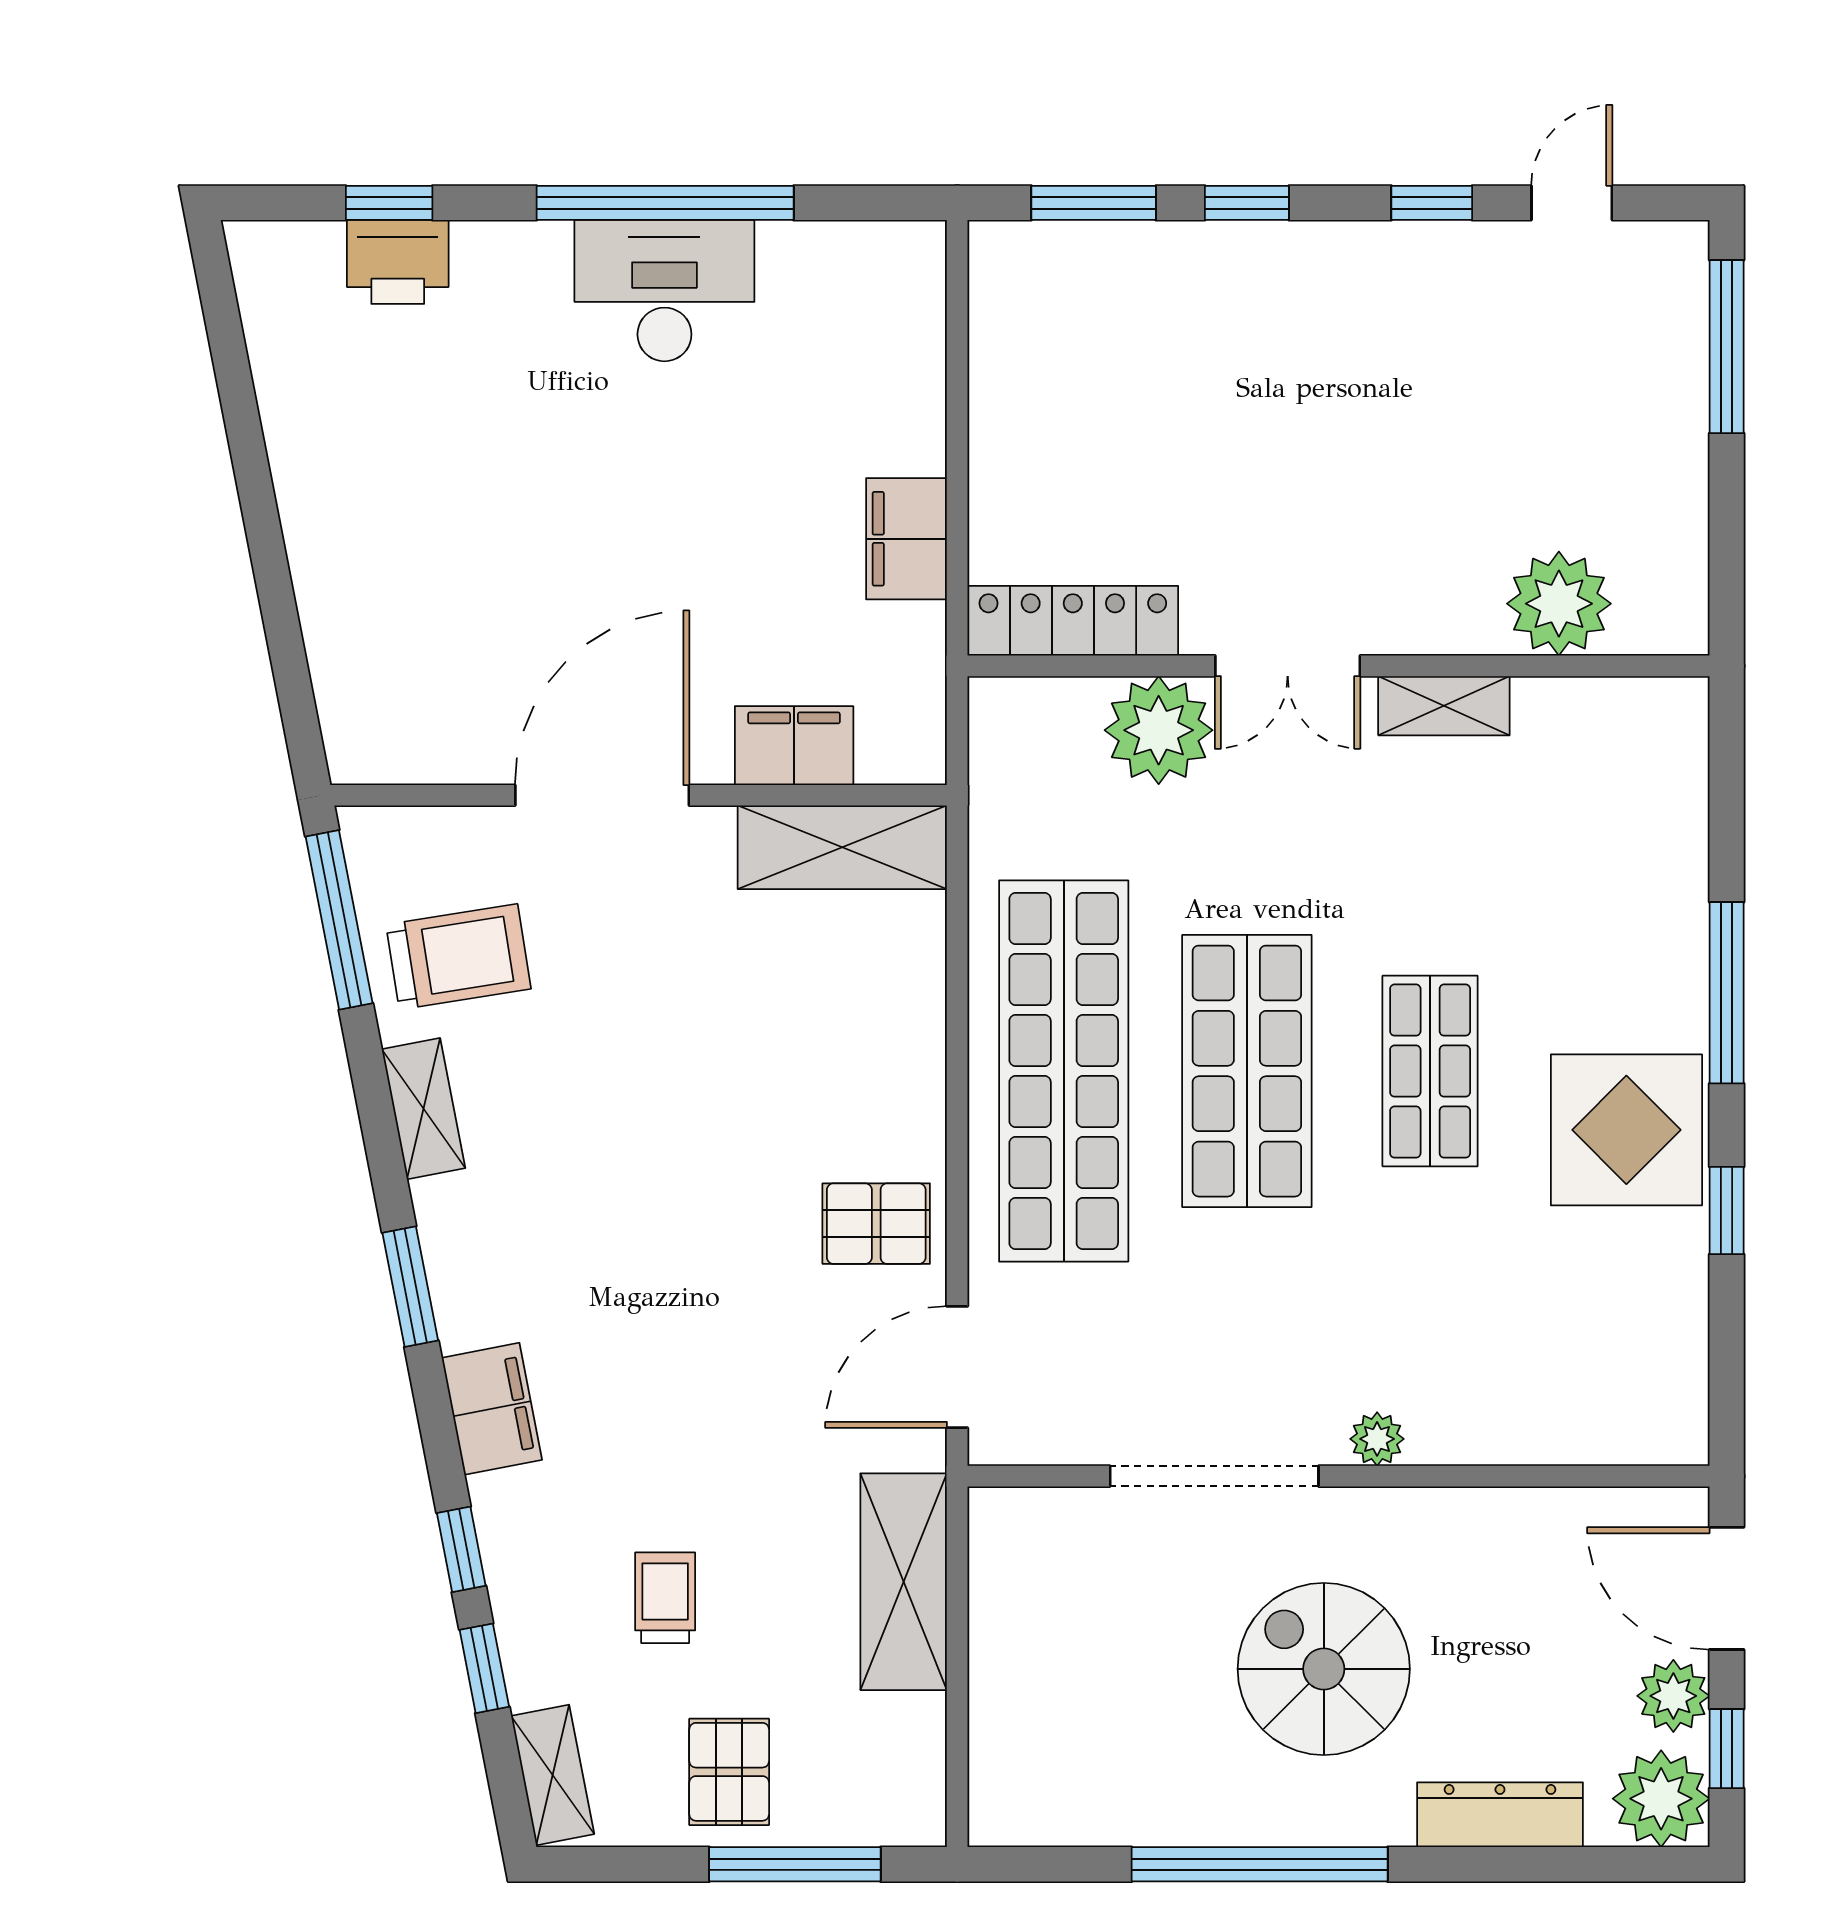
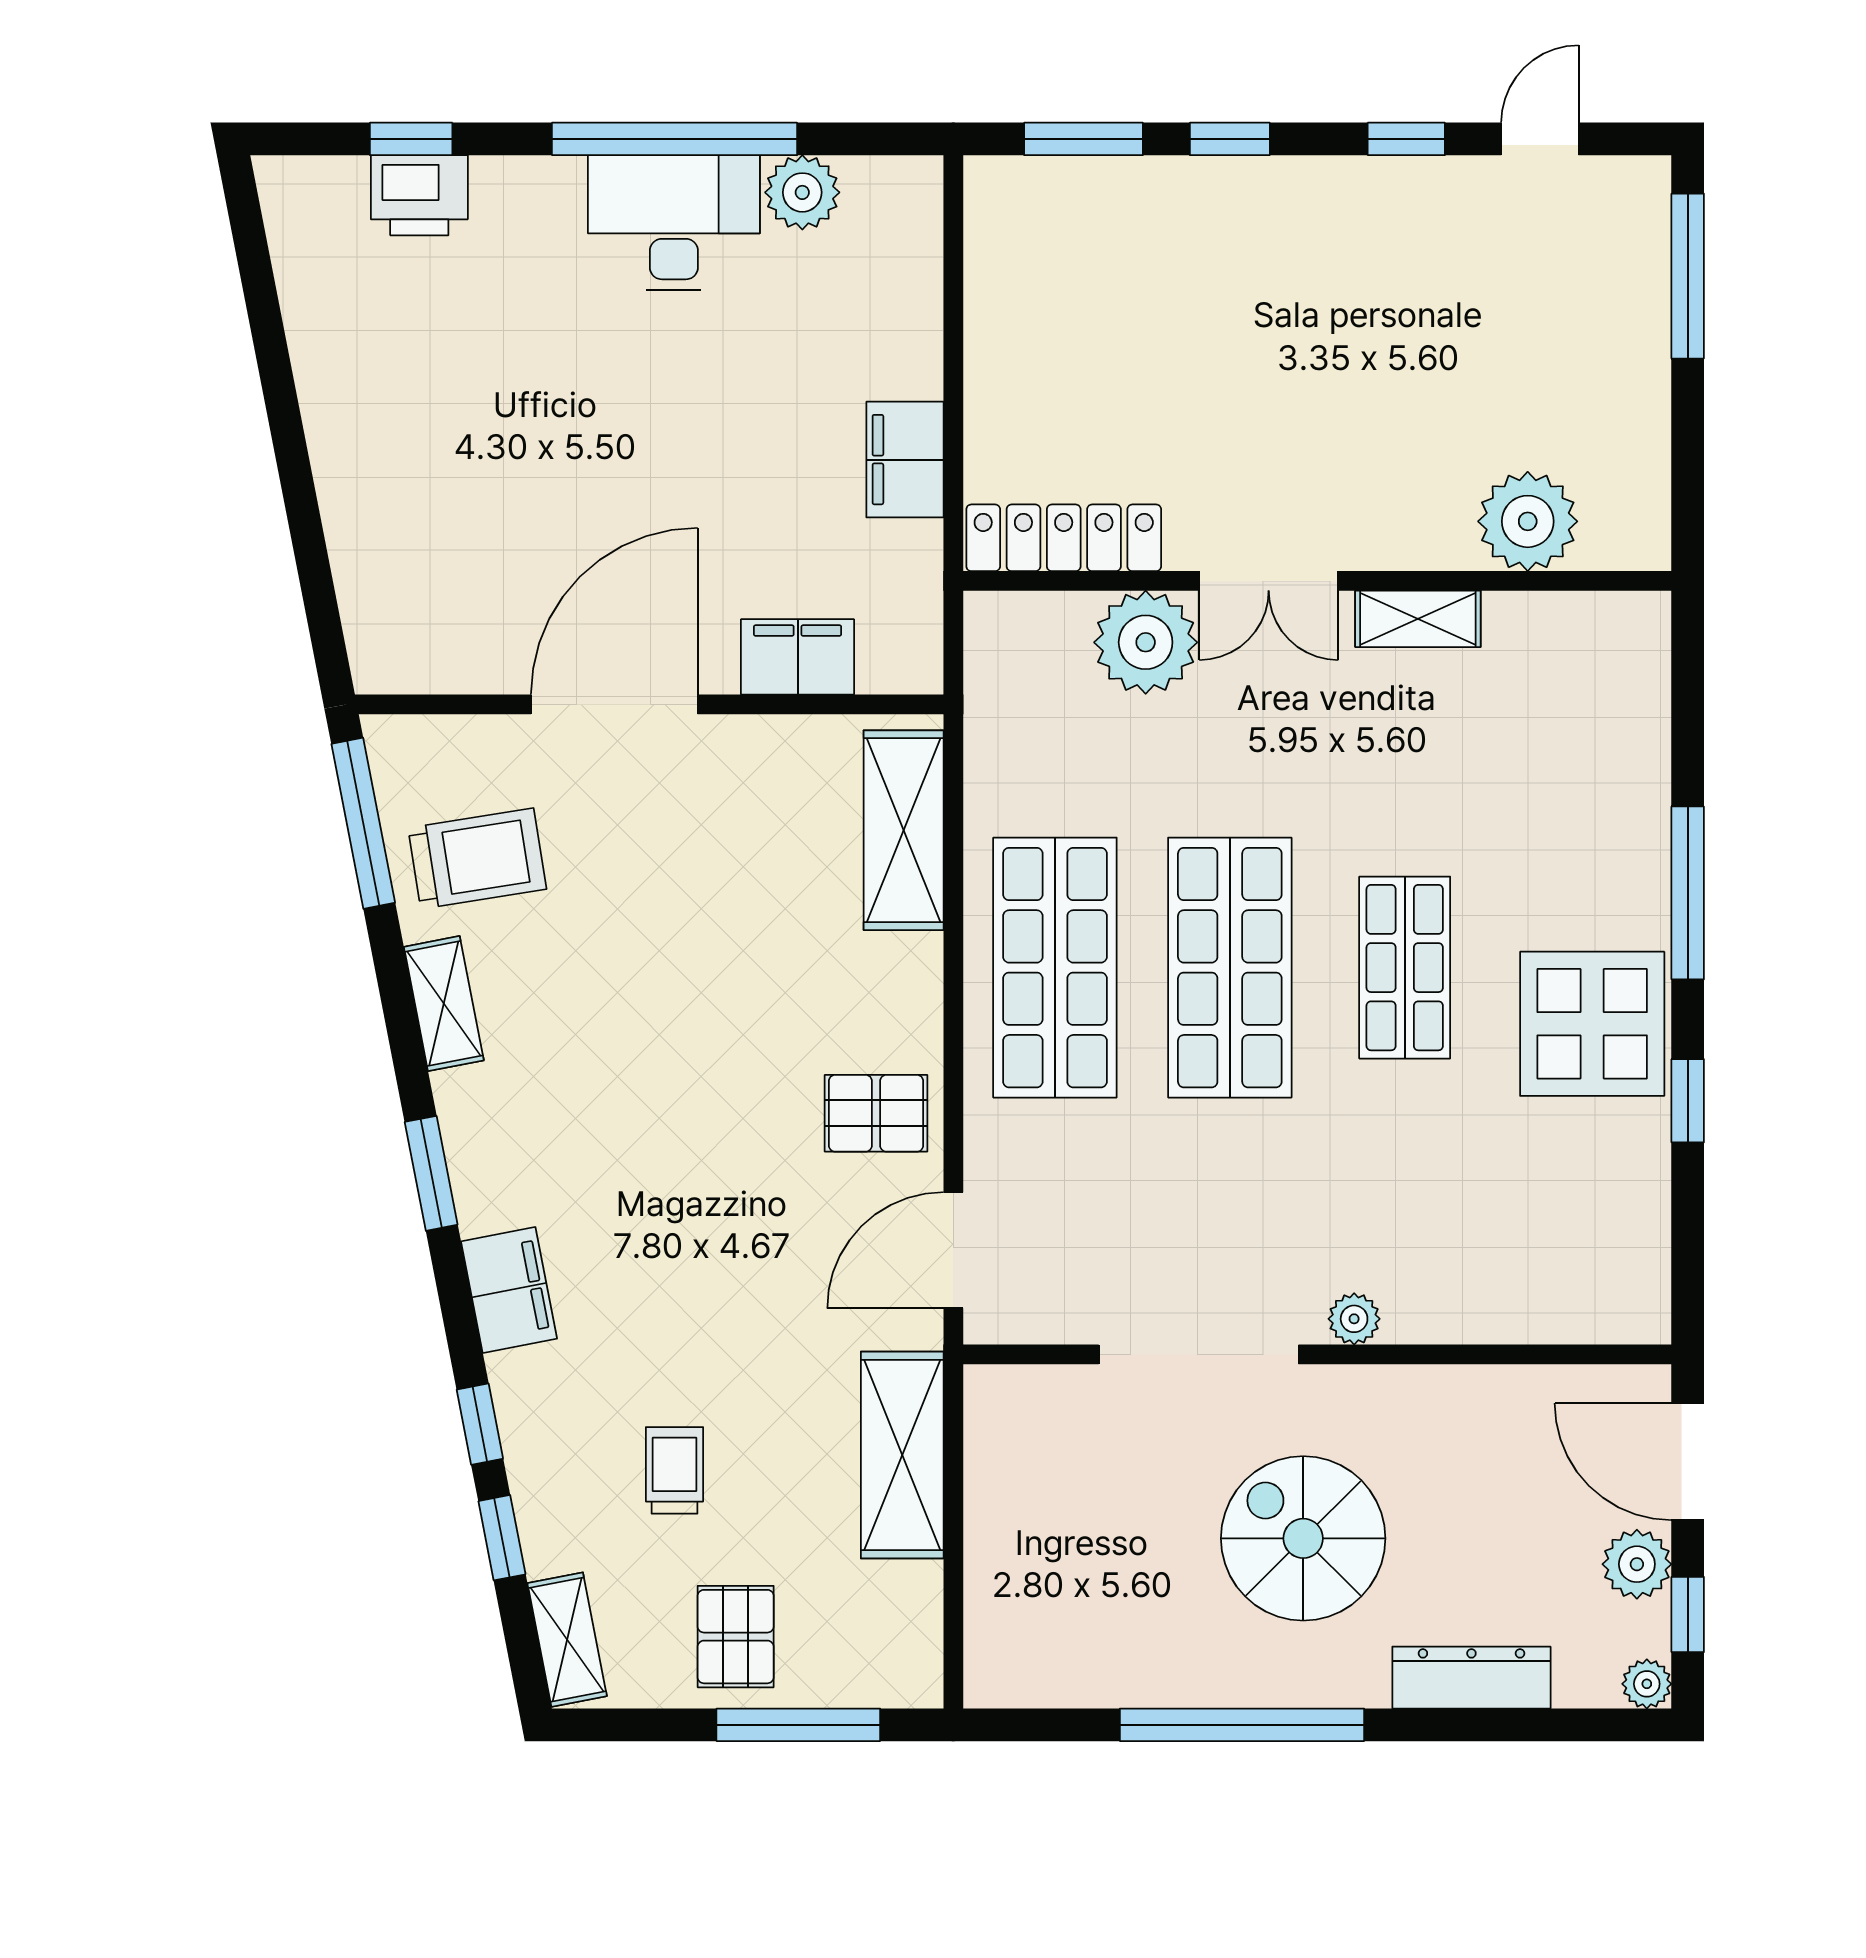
plant: (799, 259) -> (802, 192), added
shelving: (842, 847) -> (904, 830), moved, turned 90
shop shelf: (1064, 1071) -> (1055, 968), width x0.71
plant: (1661, 1799) -> (1647, 1684), width x0.53, depth x0.53

